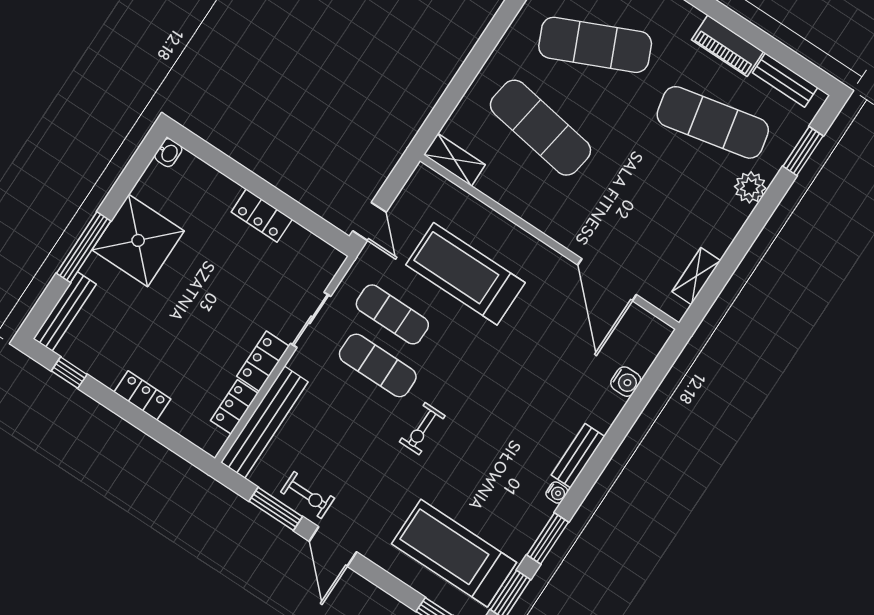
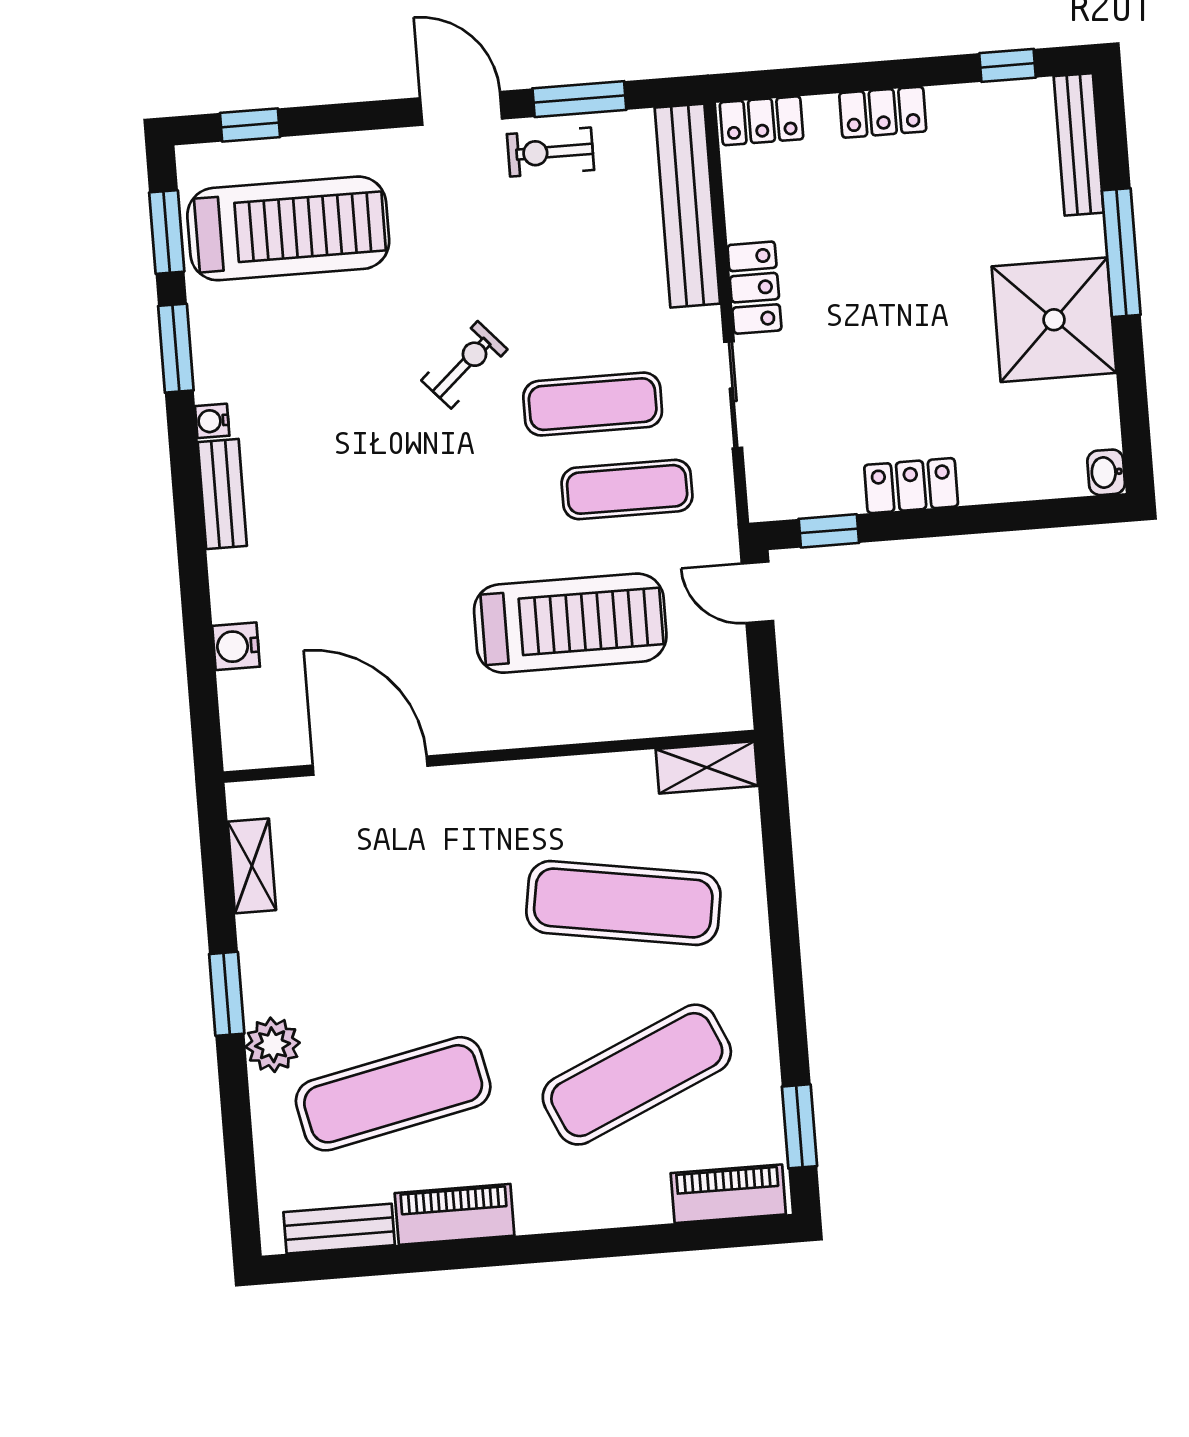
window: (803, 151) -> (227, 994), moved
window: (315, 224) -> (829, 531), added
locker: (234, 407) -> (761, 121), moved, turned 90
exercise bike: (422, 429) -> (464, 365), turned 48

